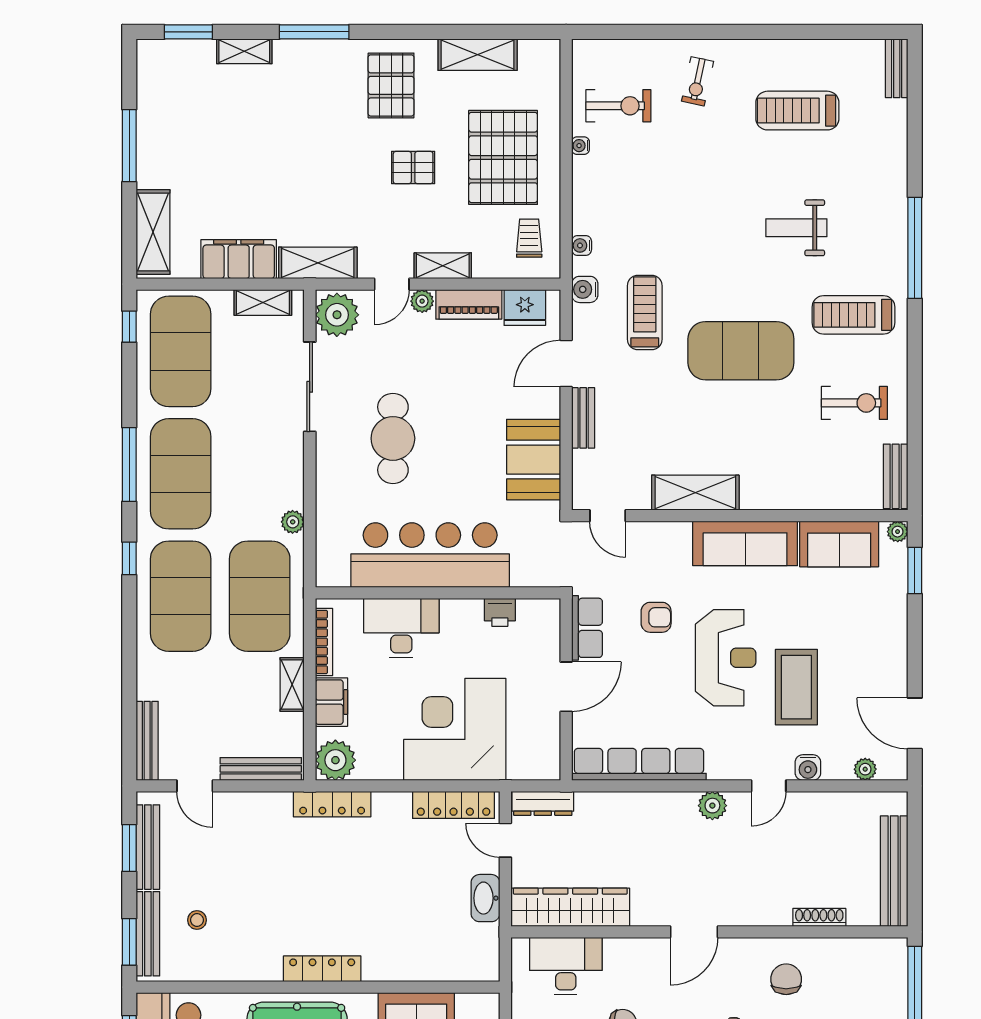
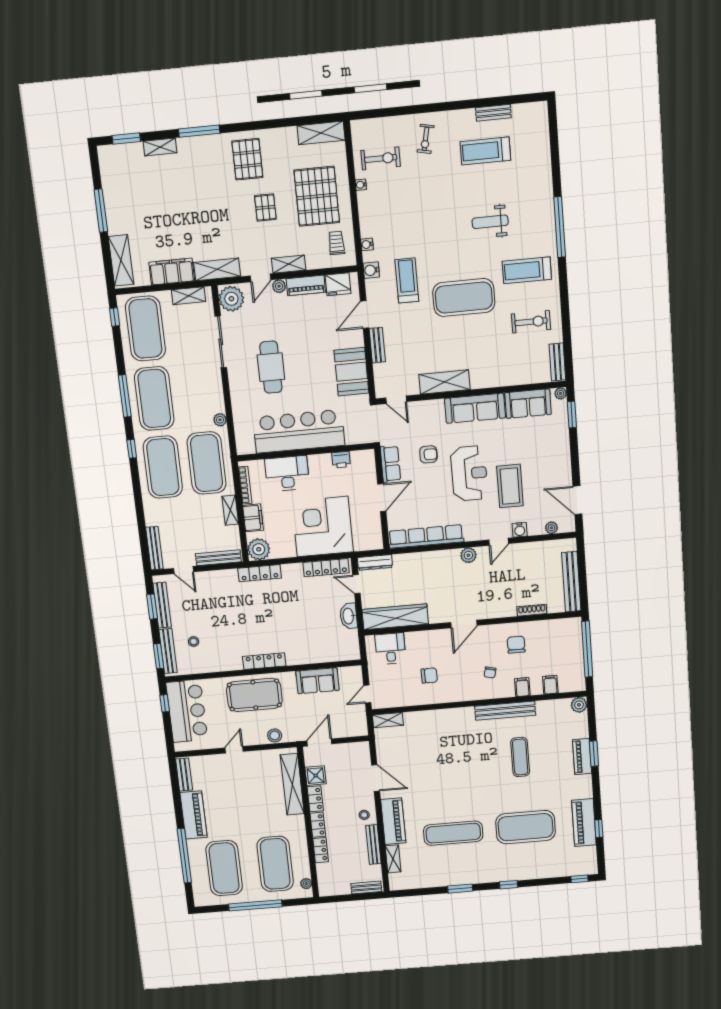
shelving: (478, 55) -> (321, 133), moved
bench: (897, 68) -> (493, 113), moved, turned 90
pallet: (413, 168) -> (265, 208), turned 90
desk: (566, 966) -> (390, 649), width x0.73

